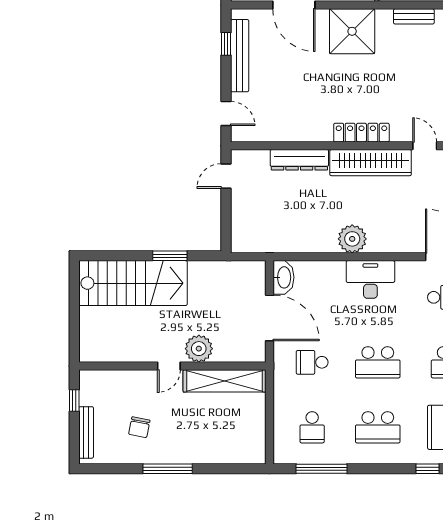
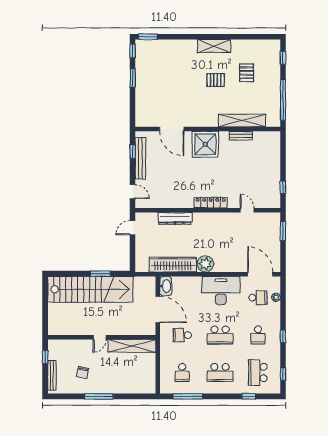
wardrobe: (371, 163) -> (173, 264), moved, turned 180
desk: (370, 279) -> (221, 291), width x1.36, depth x1.30
stairs: (133, 283) -> (90, 289), width x1.36
plant: (199, 349) -> (117, 327), removed

